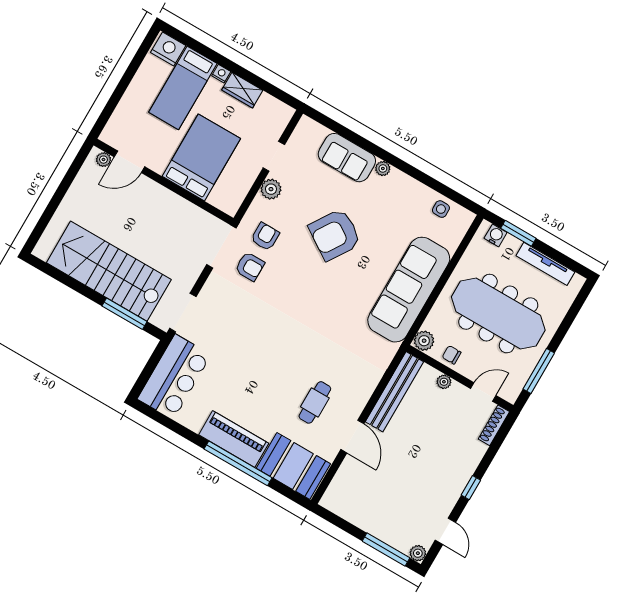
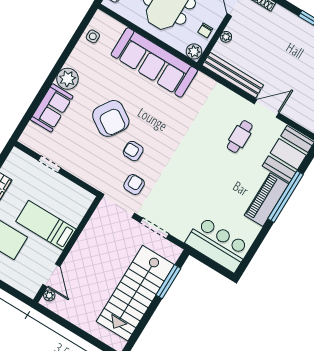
bed: (201, 157) -> (46, 225), width x0.67
plant: (383, 168) -> (67, 79), width x1.88, depth x1.88
plant: (271, 189) -> (75, 167), removed
armchair: (265, 237) -> (133, 151), moved
doorway: (183, 313) -> (154, 228), moved
cafe table: (315, 402) -> (240, 137), turned 90

